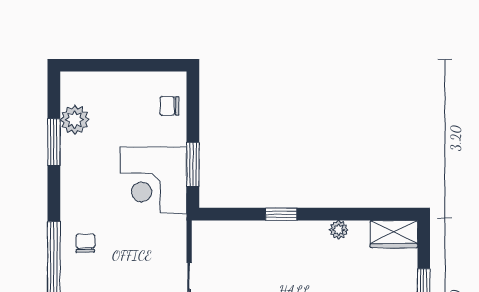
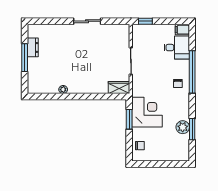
plant: (75, 120) -> (183, 127), moved
window: (281, 214) -> (89, 97), removed
wardrobe: (394, 234) -> (119, 88), moved

